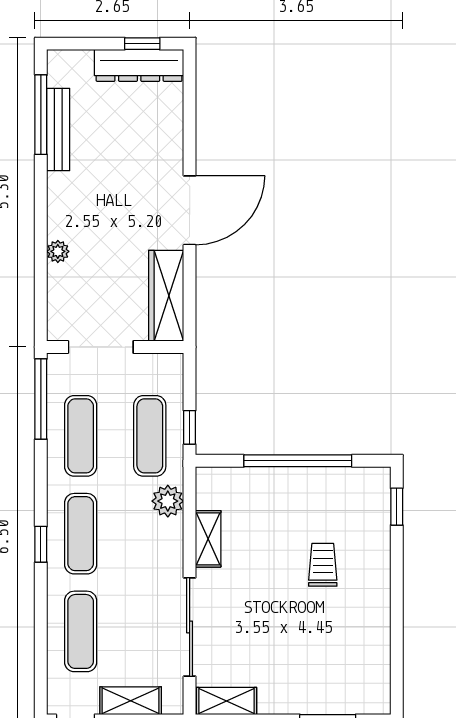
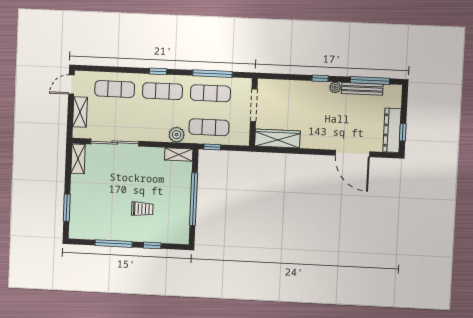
door: (190, 210) -> (352, 153), moved
window: (41, 215) -> (320, 78), added
plant: (58, 251) -> (335, 87), moved
window: (41, 399) -> (212, 74), moved
window: (397, 507) -> (152, 245), moved
shelving: (208, 539) -> (179, 155), moved
window: (397, 621) -> (114, 244), added

